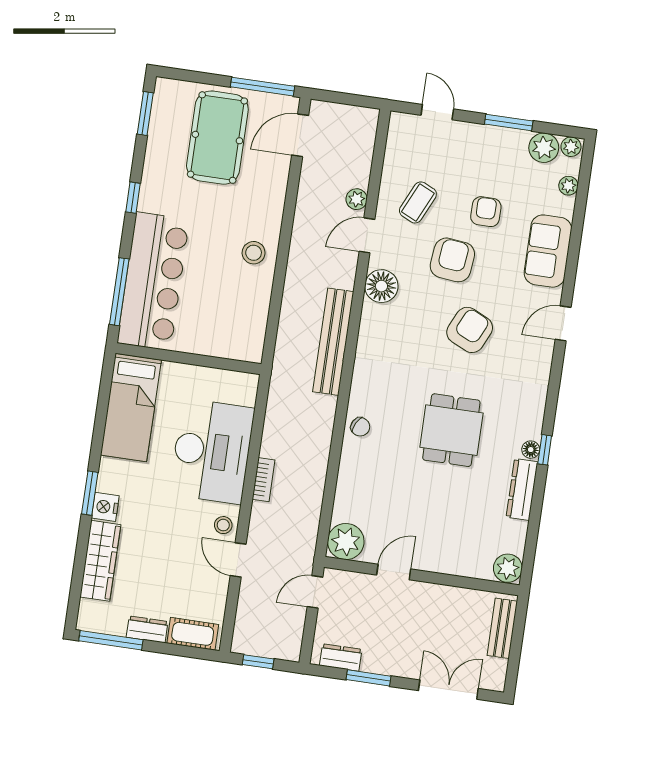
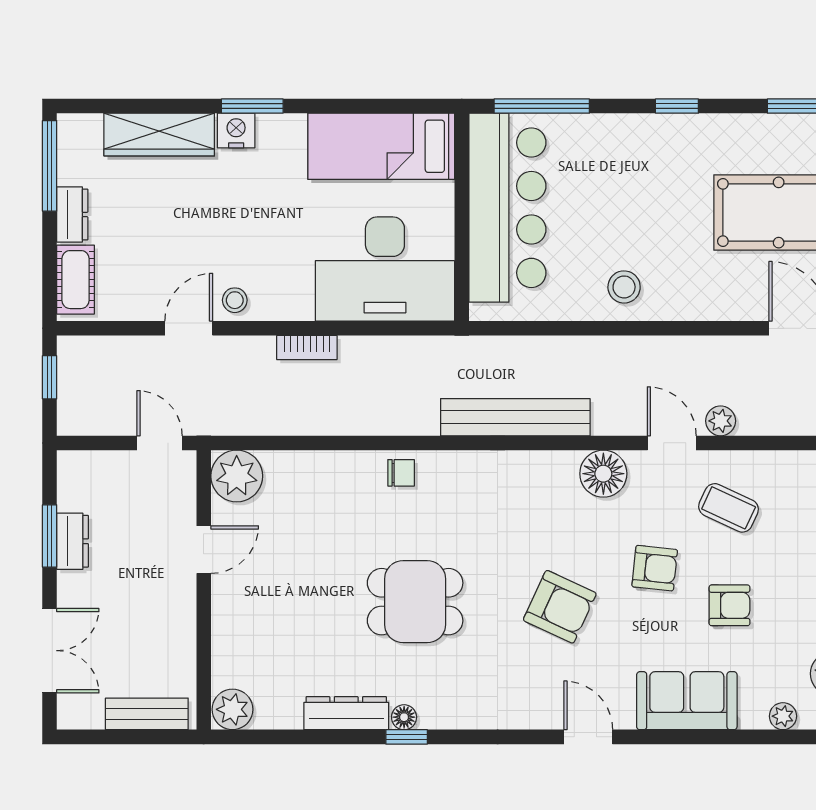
armchair: (452, 260) -> (655, 568), width x0.72, depth x0.72
bar counter: (153, 281) -> (507, 208), moved, turned -90
chair: (360, 427) -> (401, 473), turned -118
desk: (212, 451) -> (385, 269), moved
door: (394, 572) -> (204, 550), hinge flipped
dresser: (341, 657) -> (73, 541), moved

